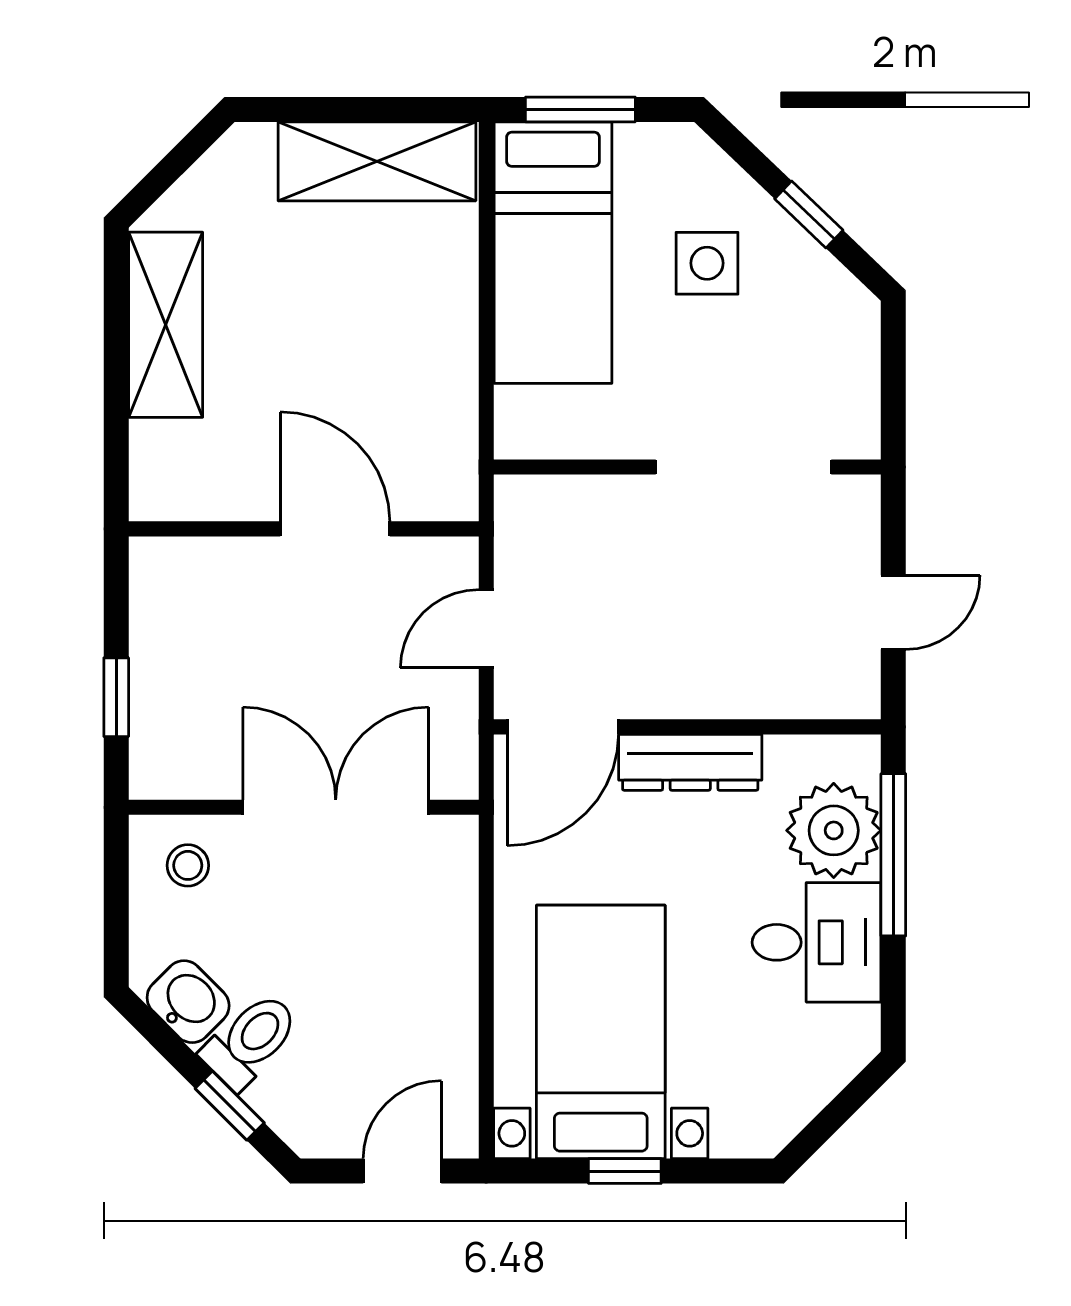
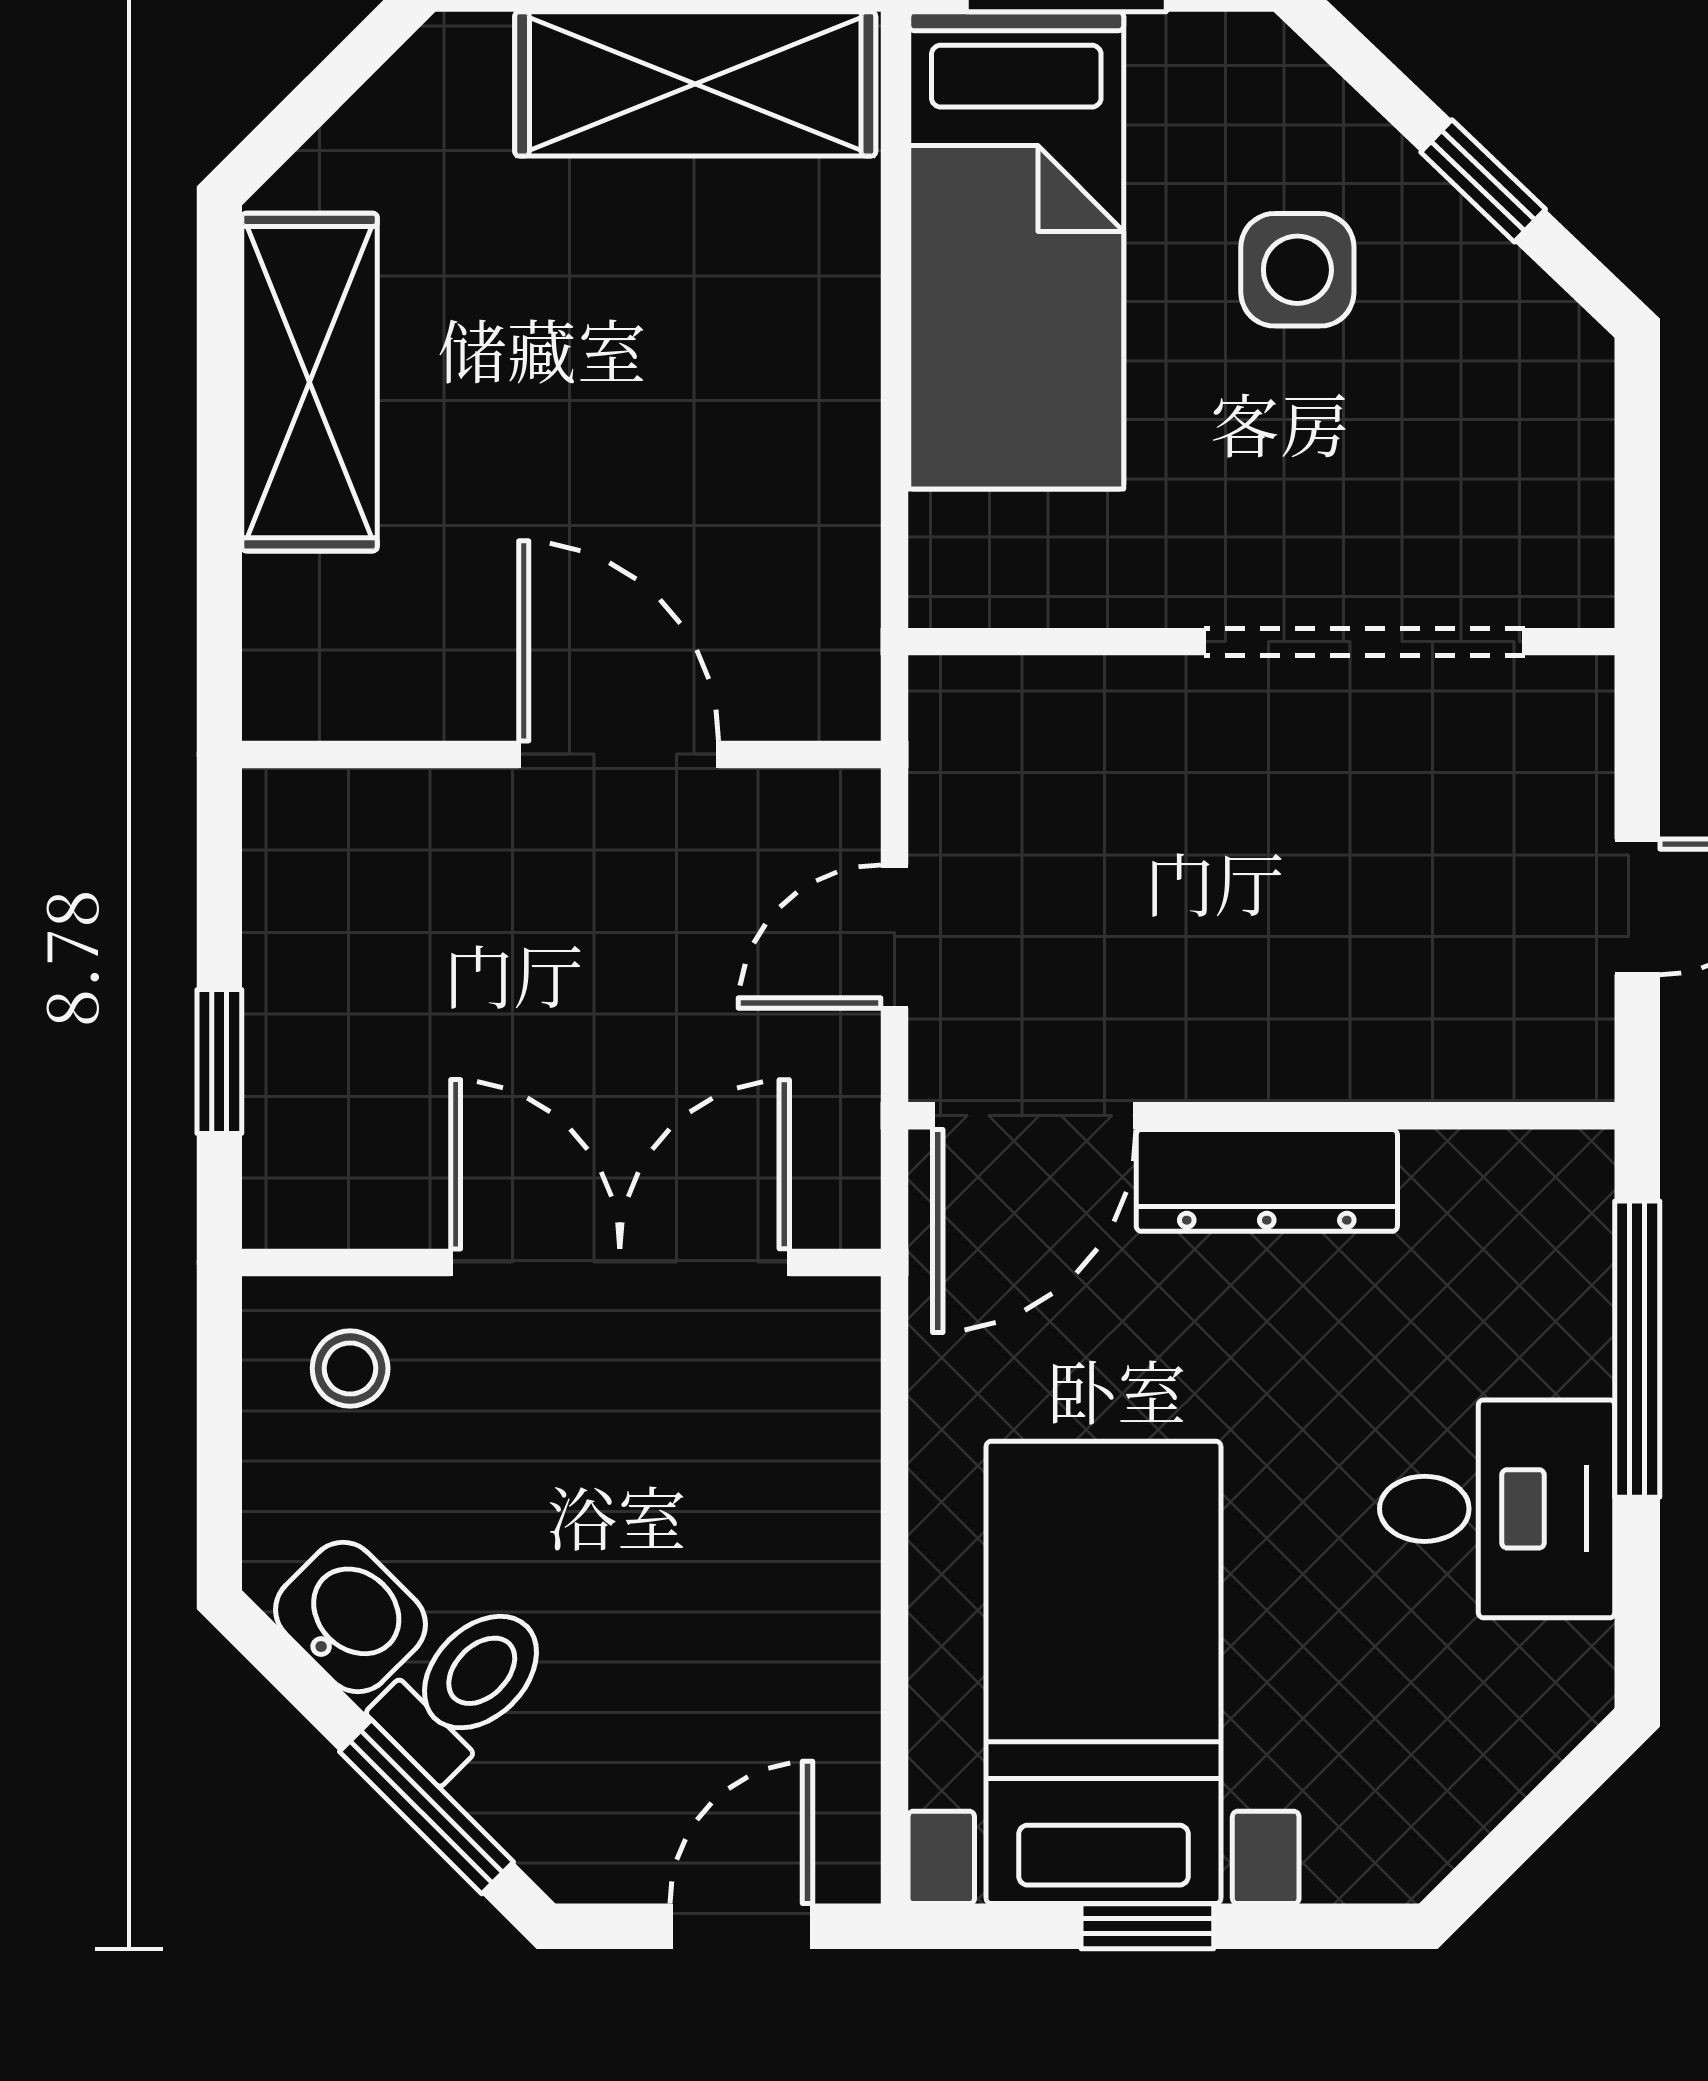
plant: (834, 830) -> (1529, 1305), removed
window: (230, 1106) -> (427, 1807), width x1.50

